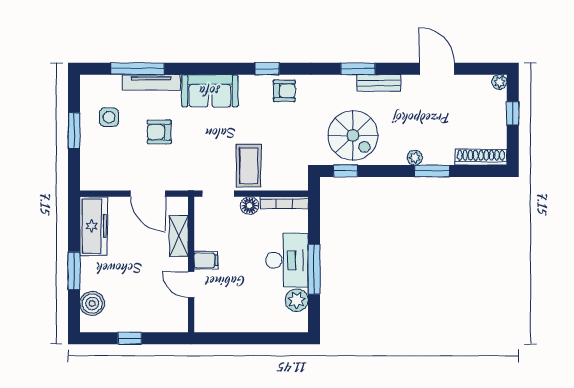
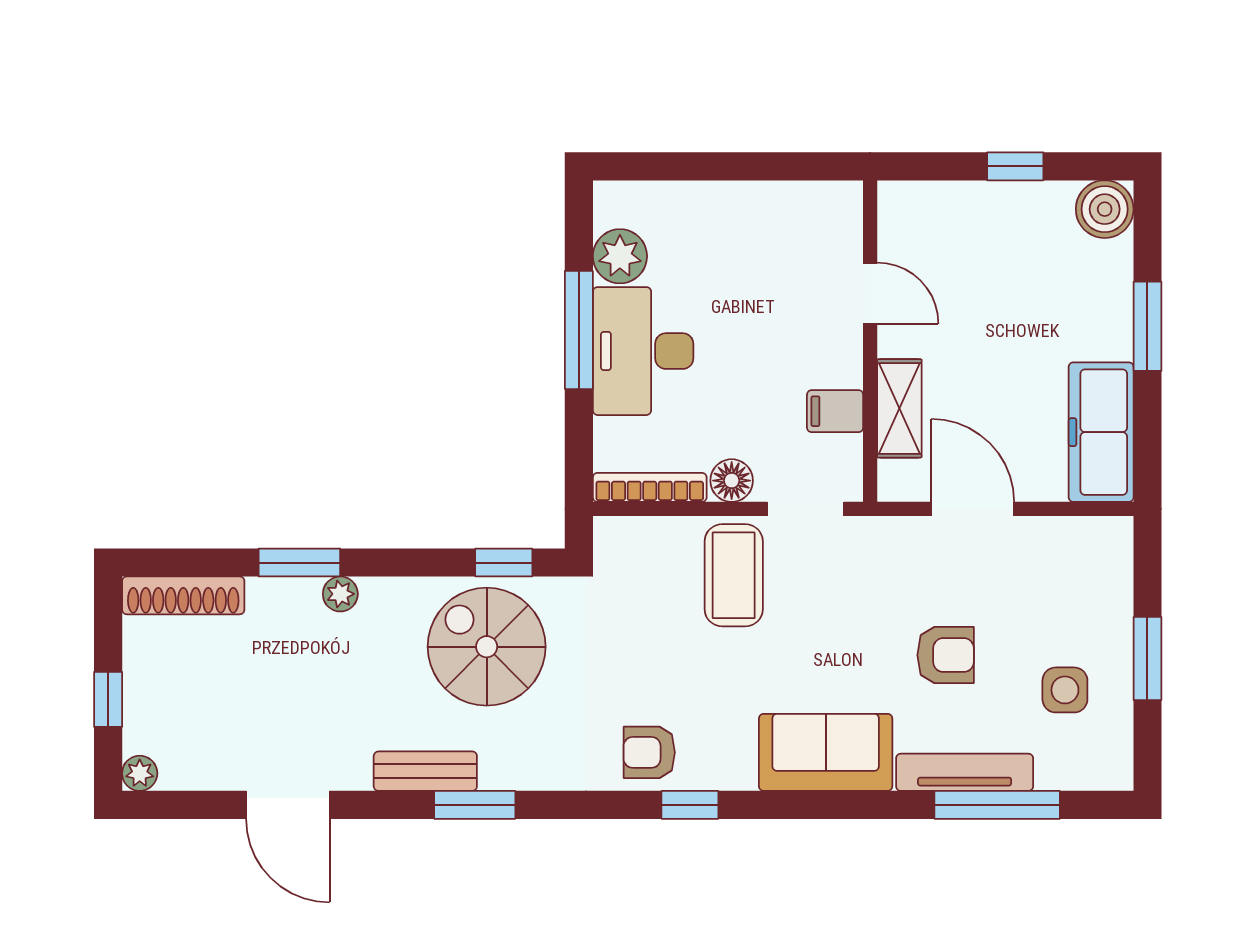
filing cabinet: (206, 260) -> (835, 411), moved
boiler: (92, 303) -> (1105, 209), moved

